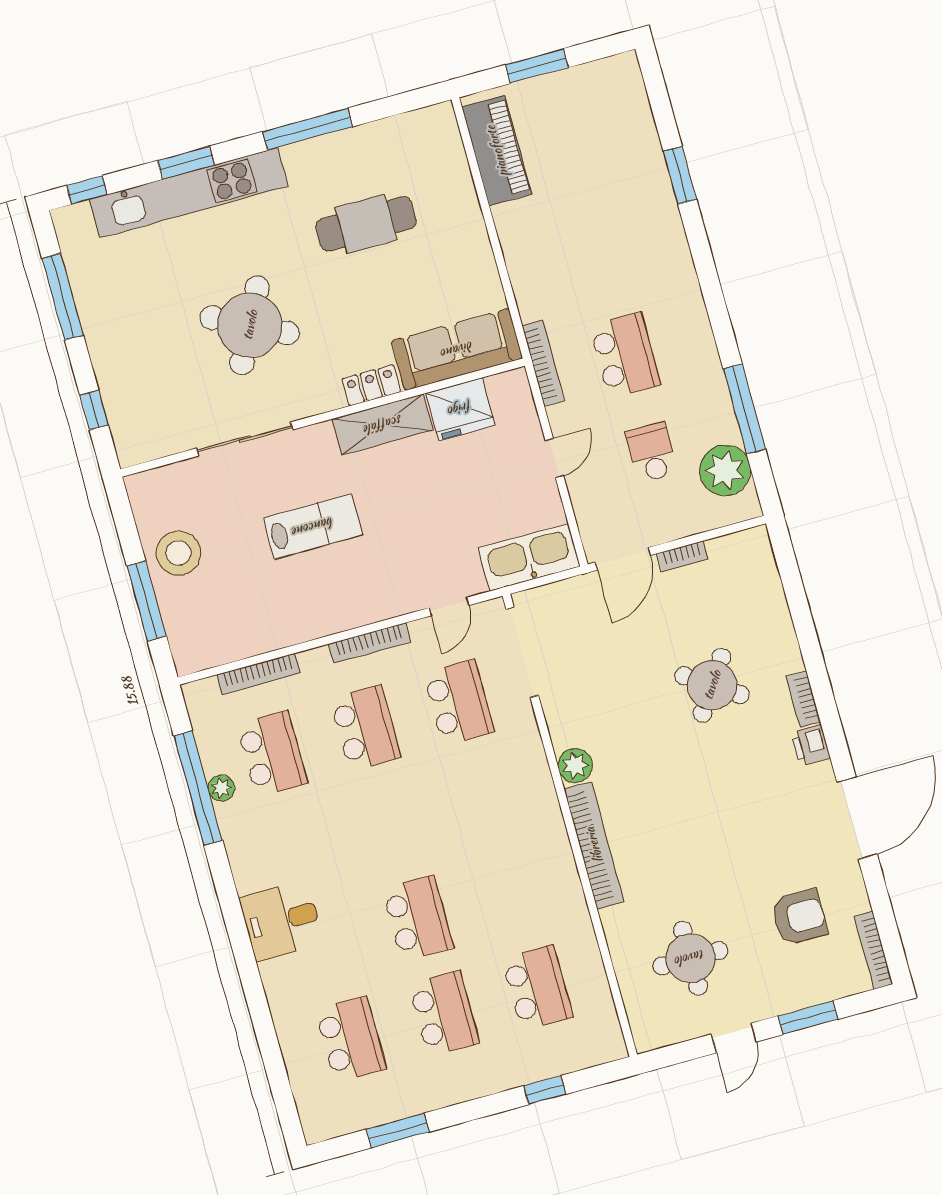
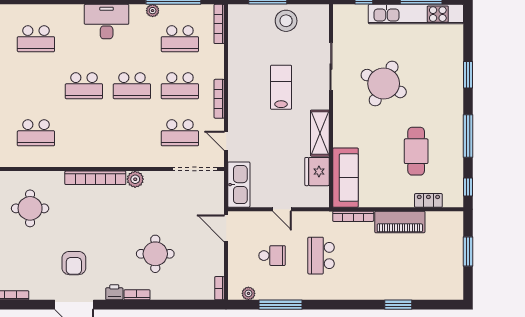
piano: (497, 151) -> (400, 222), moved
window: (87, 190) -> (468, 187), moved
kitchen unit: (189, 193) -> (416, 14), moved, turned -90
school desk: (625, 355) -> (321, 256), turned 90
bookcase: (543, 363) -> (353, 216), moved
locker: (371, 385) -> (428, 200), moved, turned -90
plant: (725, 470) -> (248, 293), width x0.53, depth x0.53
lab bench: (313, 527) -> (281, 87), turned 180
bookcase: (682, 556) -> (219, 288), moved
bookcase: (258, 674) -> (219, 24), moved
round table: (712, 685) -> (155, 254), turned -34
plant: (222, 788) -> (153, 11), moved
armchair: (799, 917) -> (74, 263), moved
desk: (281, 920) -> (107, 22), width x1.37
school desk: (444, 1014) -> (132, 86), moved

